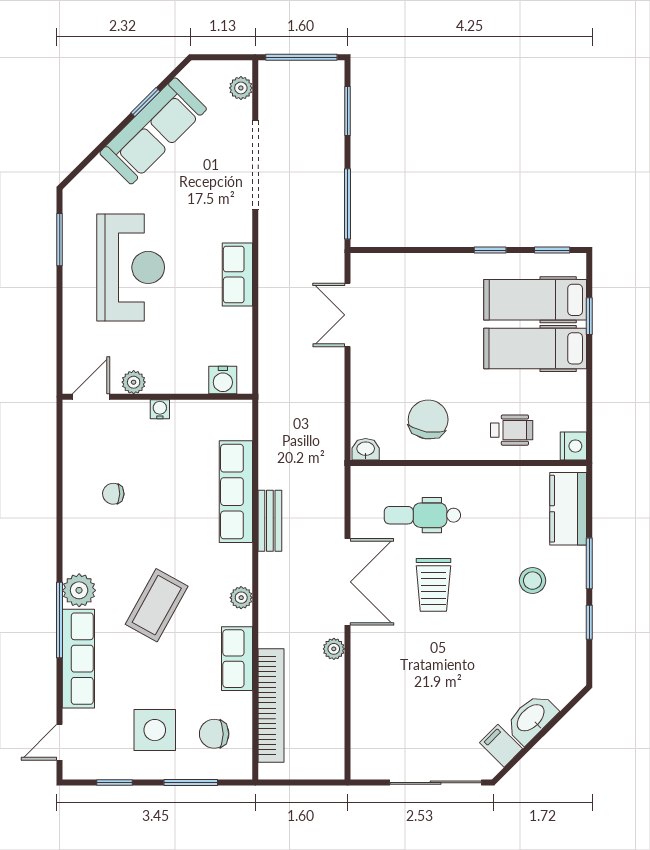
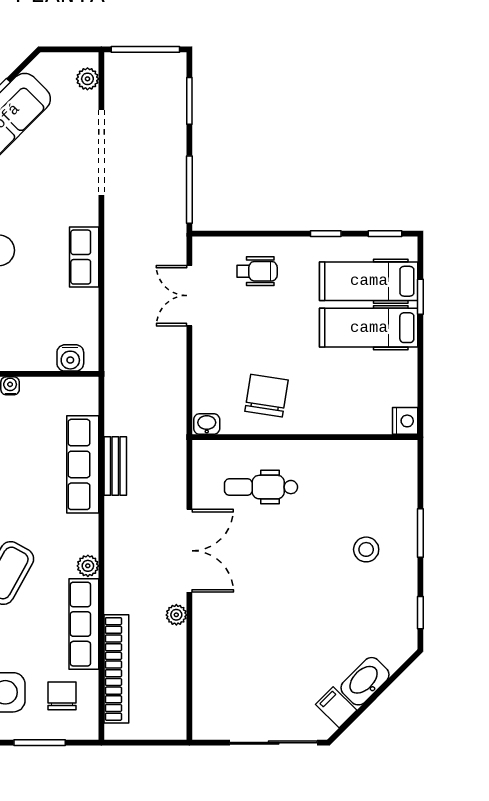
wheelchair: (512, 430) -> (257, 271), moved
kitchen counter: (568, 509) -> (400, 481), removed
bench: (270, 521) -> (115, 466), moved
trolley: (433, 585) -> (272, 554), removed
window: (589, 622) -> (420, 613), moved
row of seats: (237, 659) -> (84, 624), width x1.48
chair: (214, 734) -> (62, 696), turned 90

